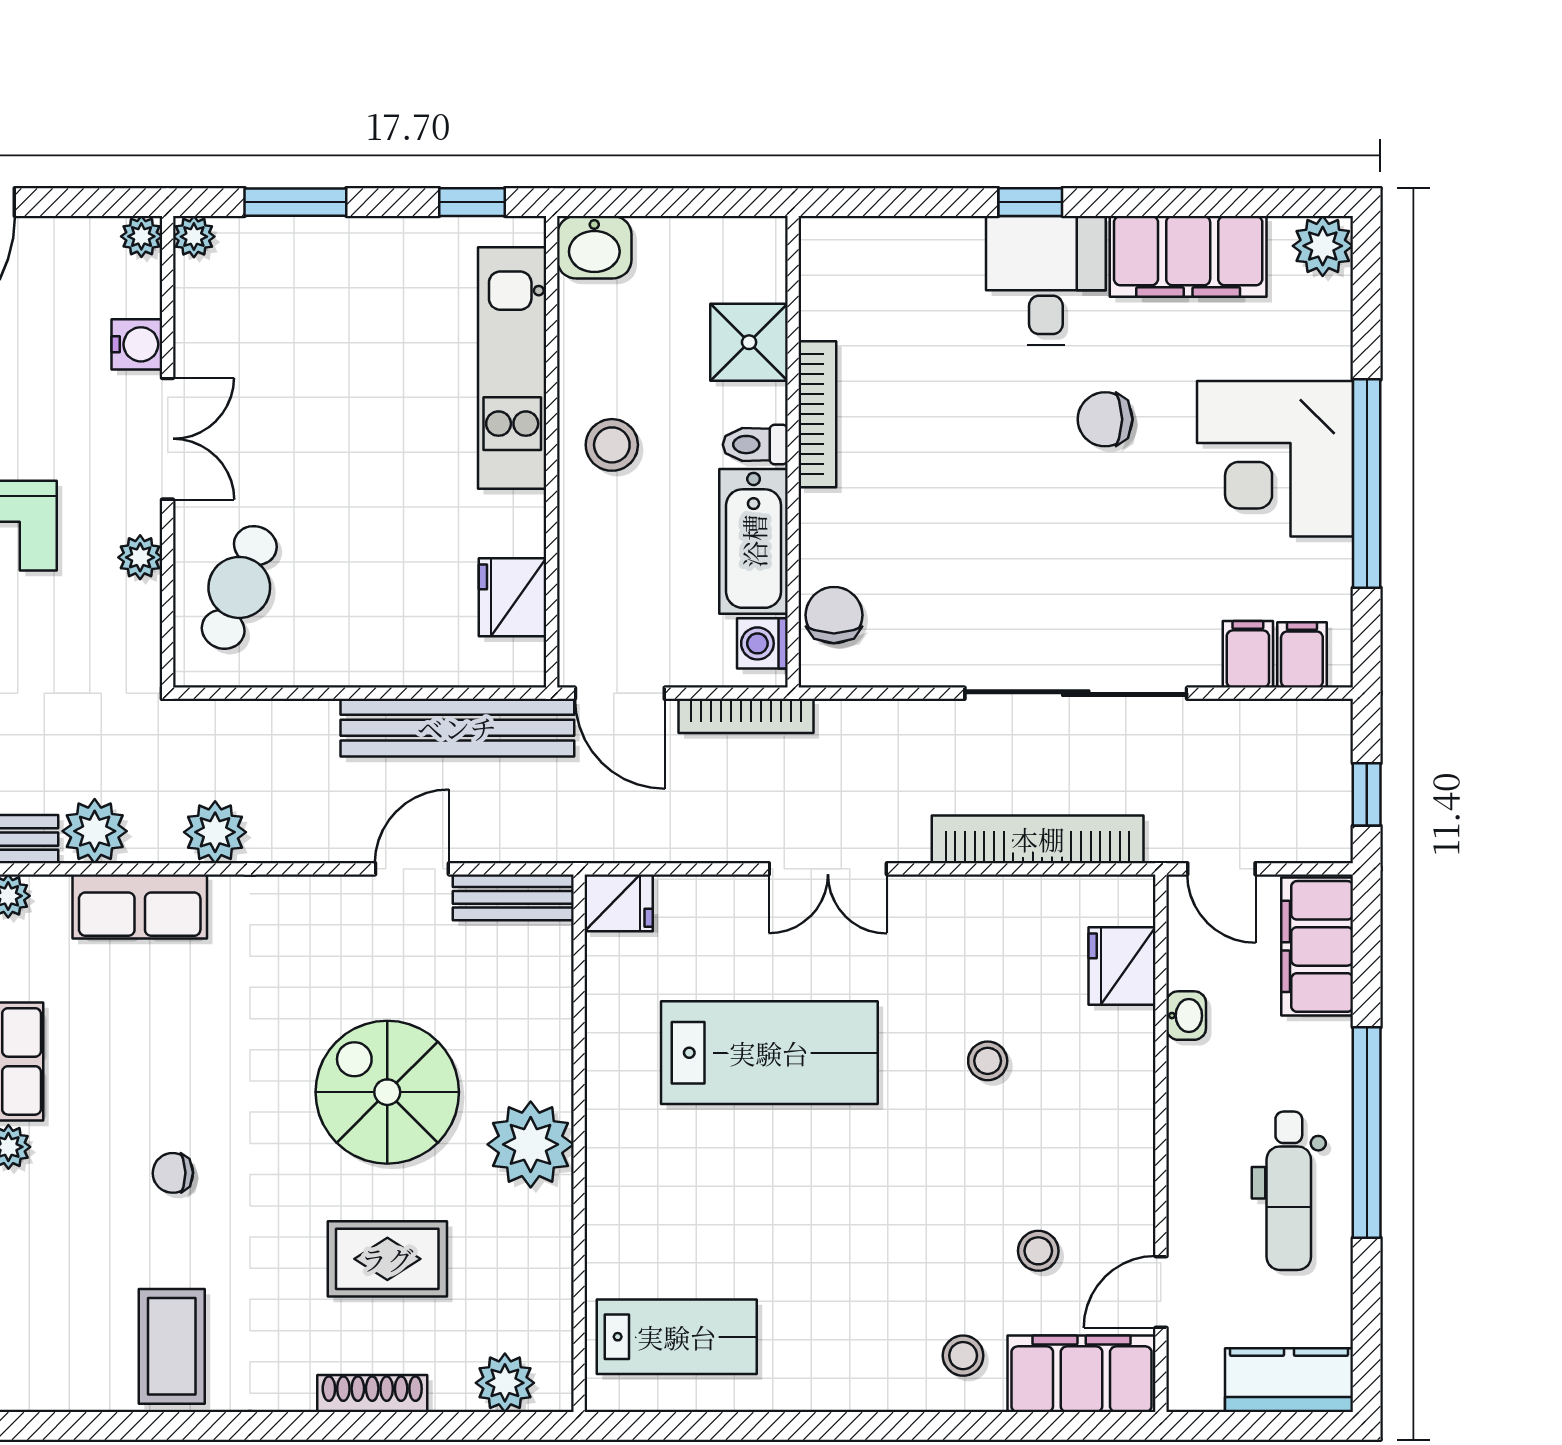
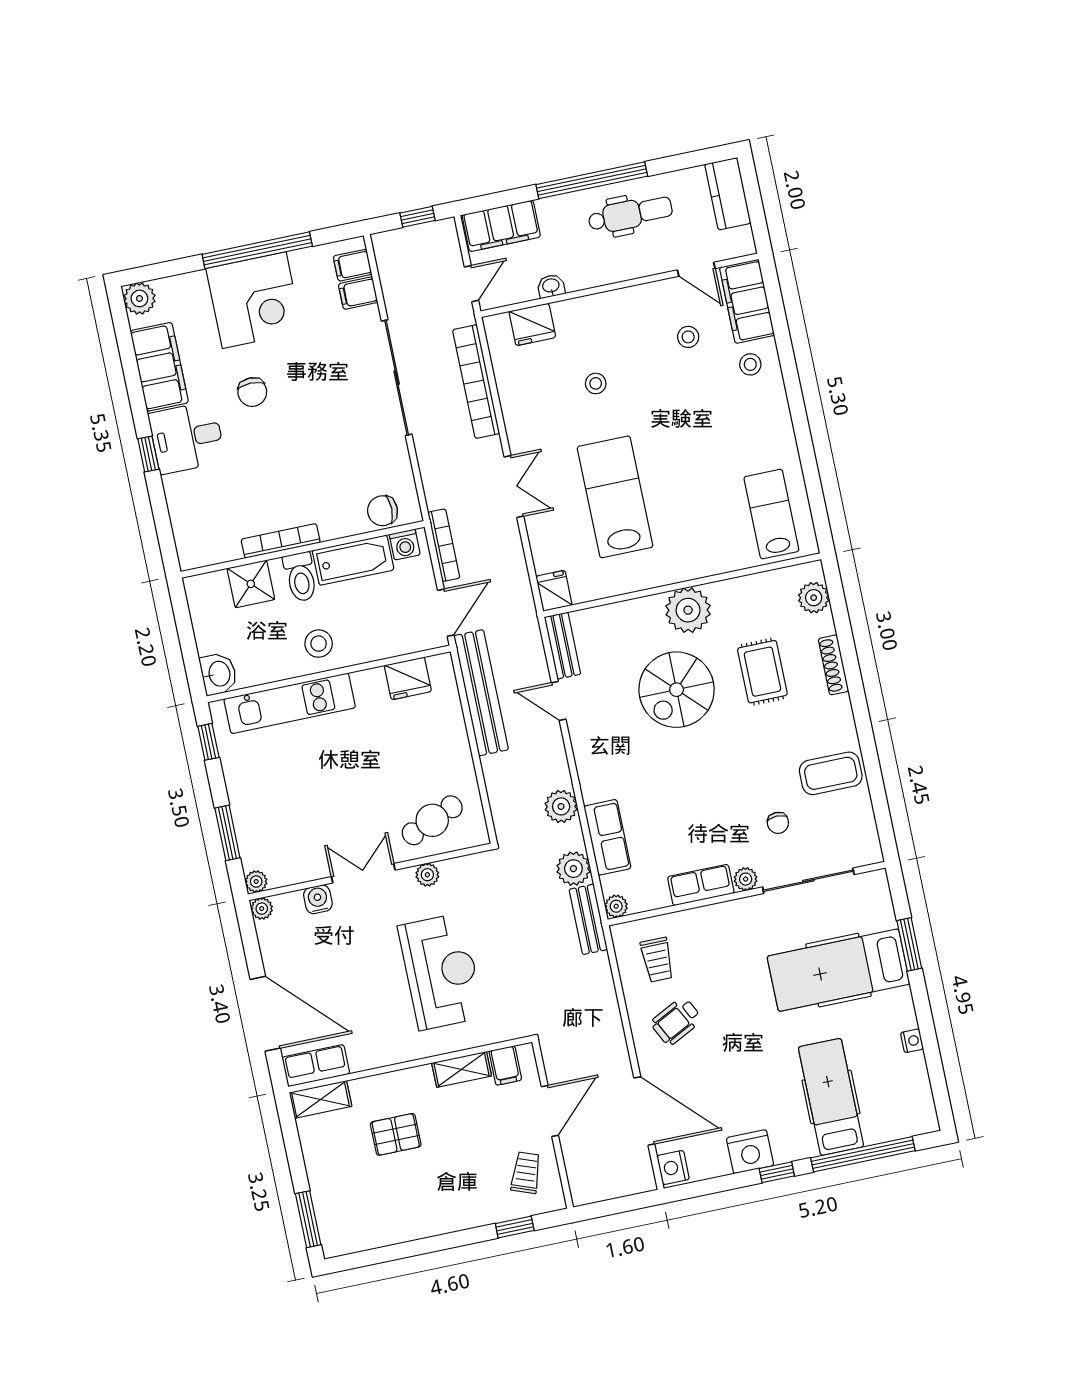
toilet: (755, 445) -> (300, 577), width x1.37, depth x1.39
cafe table: (239, 587) -> (432, 820), turned -44
chair: (173, 1173) -> (778, 823), moved

